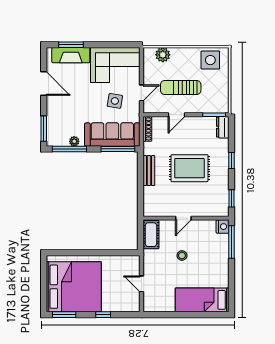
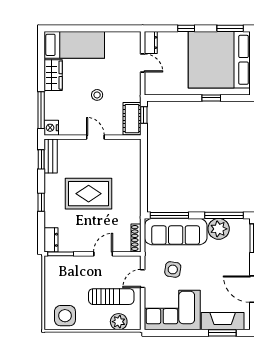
sun lounger: (181, 87) -> (111, 297), moved
plant: (74, 141) -> (219, 229), width x1.88, depth x1.88
bench: (149, 171) -> (51, 156), moved
door: (183, 218) -> (95, 137), hinge flipped
window: (141, 238) -> (144, 115), added
window: (81, 253) -> (211, 98), added
wardrobe: (221, 273) -> (53, 75), added
dresser: (134, 302) -> (151, 43), added

